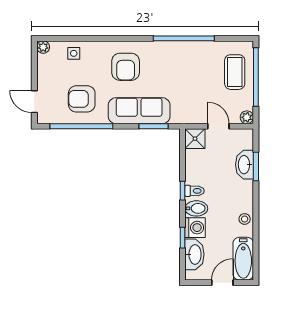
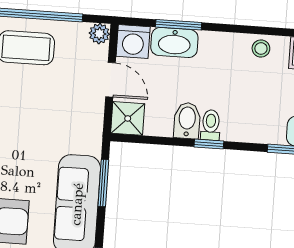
door: (218, 126) -> (110, 80), swing flipped
bidet: (196, 208) -> (187, 121), moved
washing machine: (195, 228) -> (133, 42), moved, turned 180

